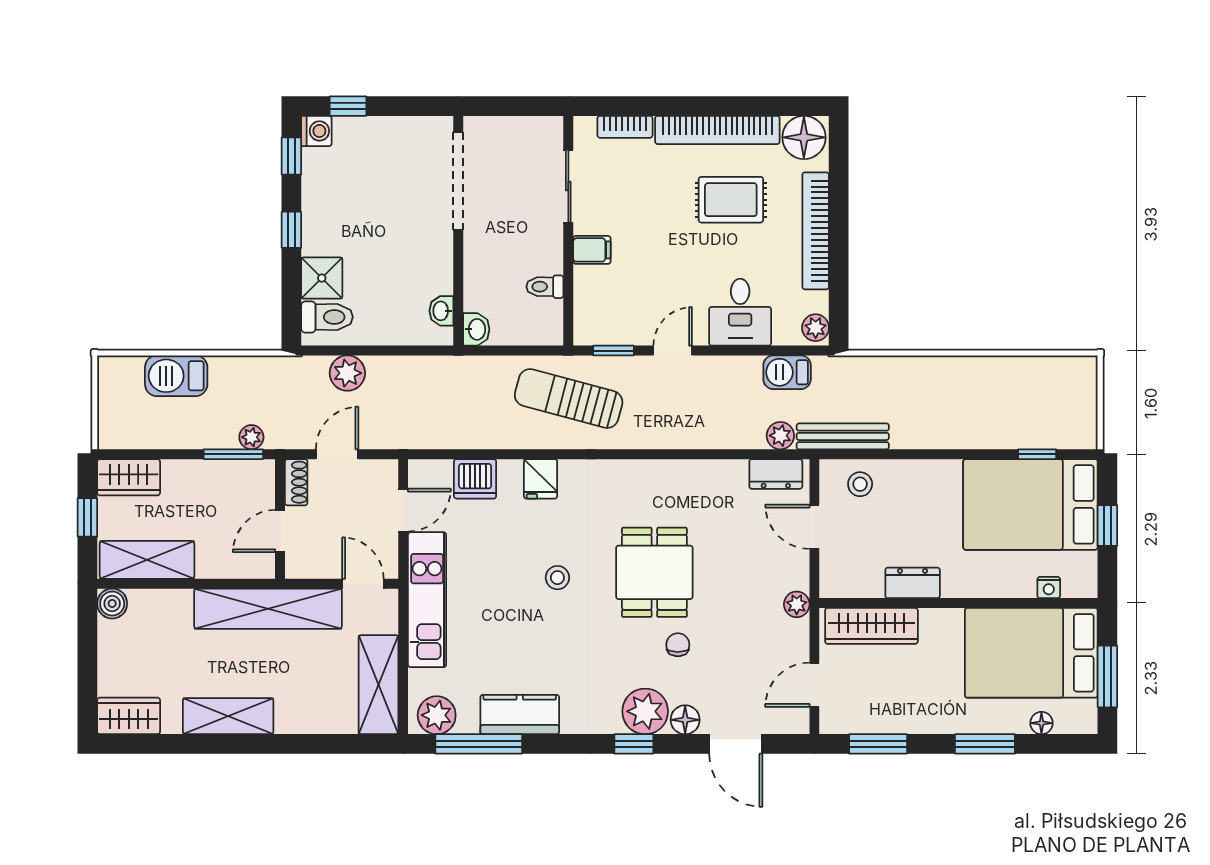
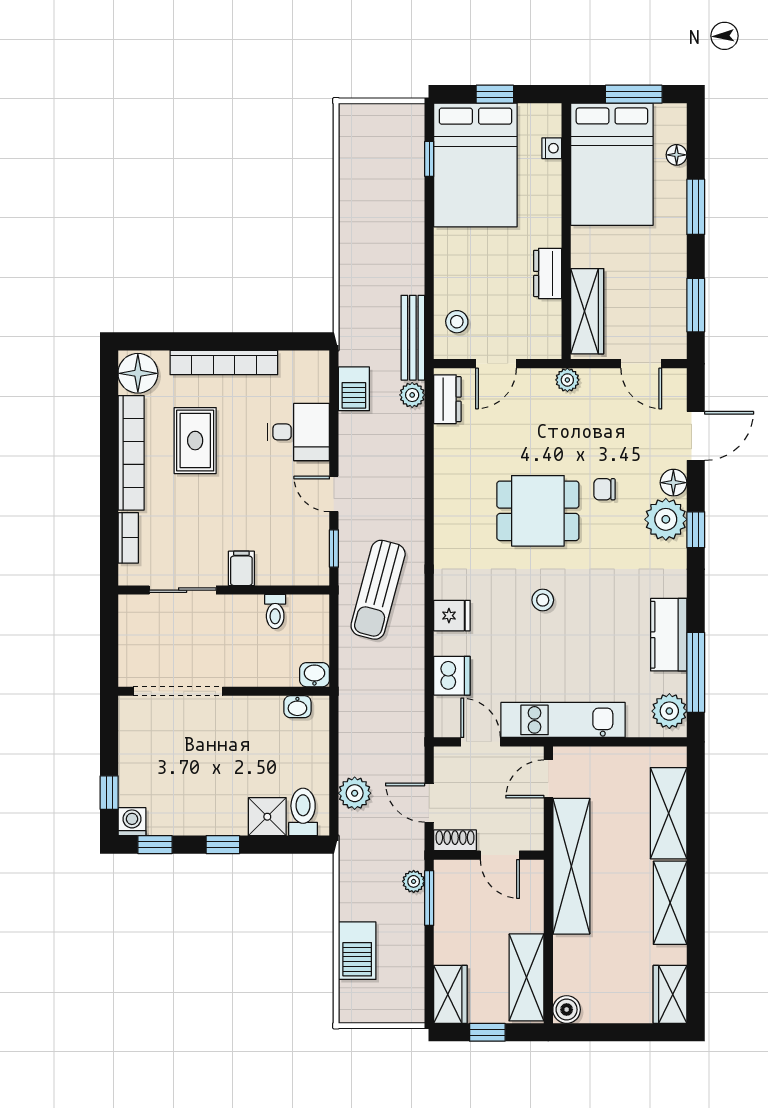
plant: (816, 328) -> (313, 363), removed
shelving: (378, 685) -> (669, 813), moved, turned 90

